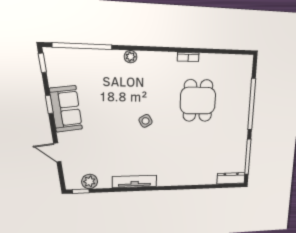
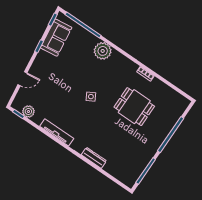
plant: (131, 57) -> (103, 51), width x1.88, depth x1.88
dining table: (198, 101) -> (134, 107), turned 90
sofa: (66, 109) -> (56, 38), moved
door: (57, 152) -> (22, 79), swing flipped
dresser: (231, 178) -> (94, 158), moved

